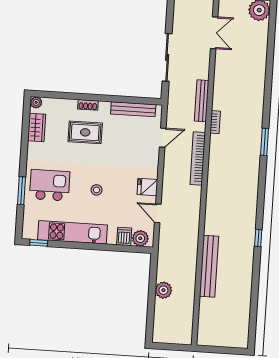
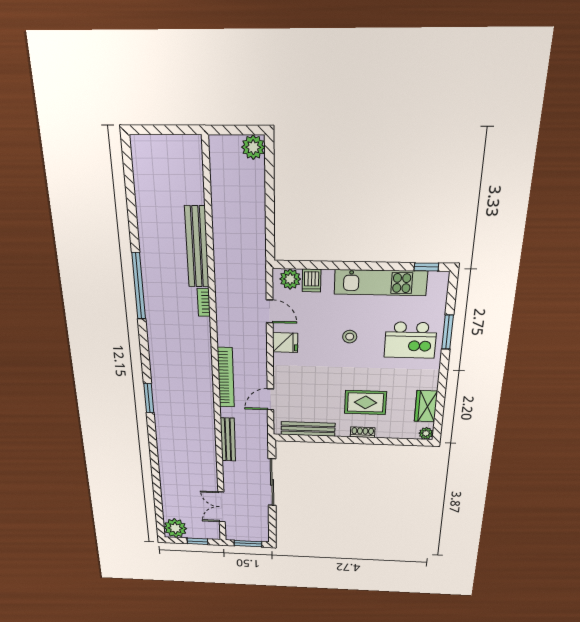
bookcase: (215, 122) -> (204, 302), moved
window: (258, 238) -> (139, 286), width x3.17
plant: (163, 290) -> (253, 147), moved

